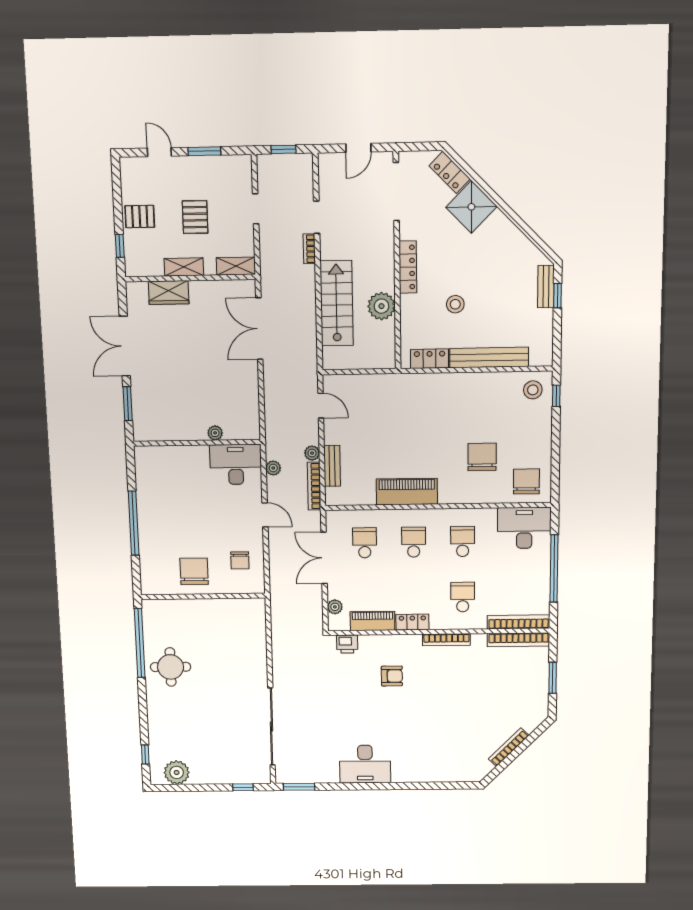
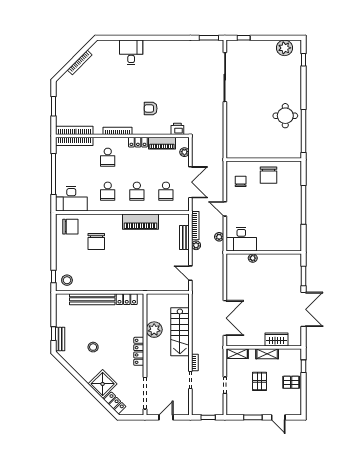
stool: (455, 304) -> (93, 347), moved
chair: (526, 481) -> (70, 227), turned -90
desk: (365, 764) -> (131, 52), moved, width x0.73

